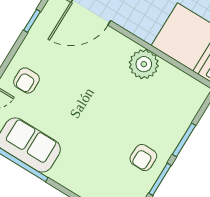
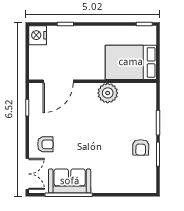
armchair: (26, 80) -> (45, 144), turned -90

